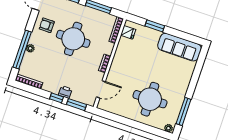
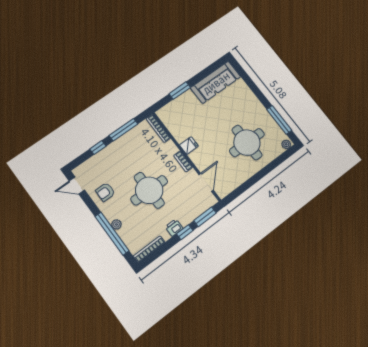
fridge: (128, 32) -> (189, 146), moved
round table: (73, 39) -> (149, 190), moved
printer: (65, 92) -> (174, 228), moved

